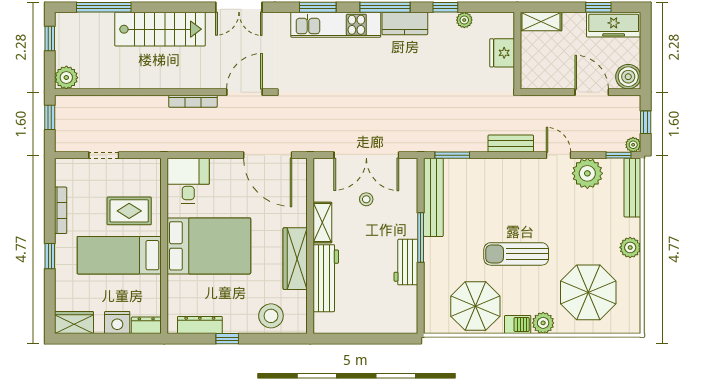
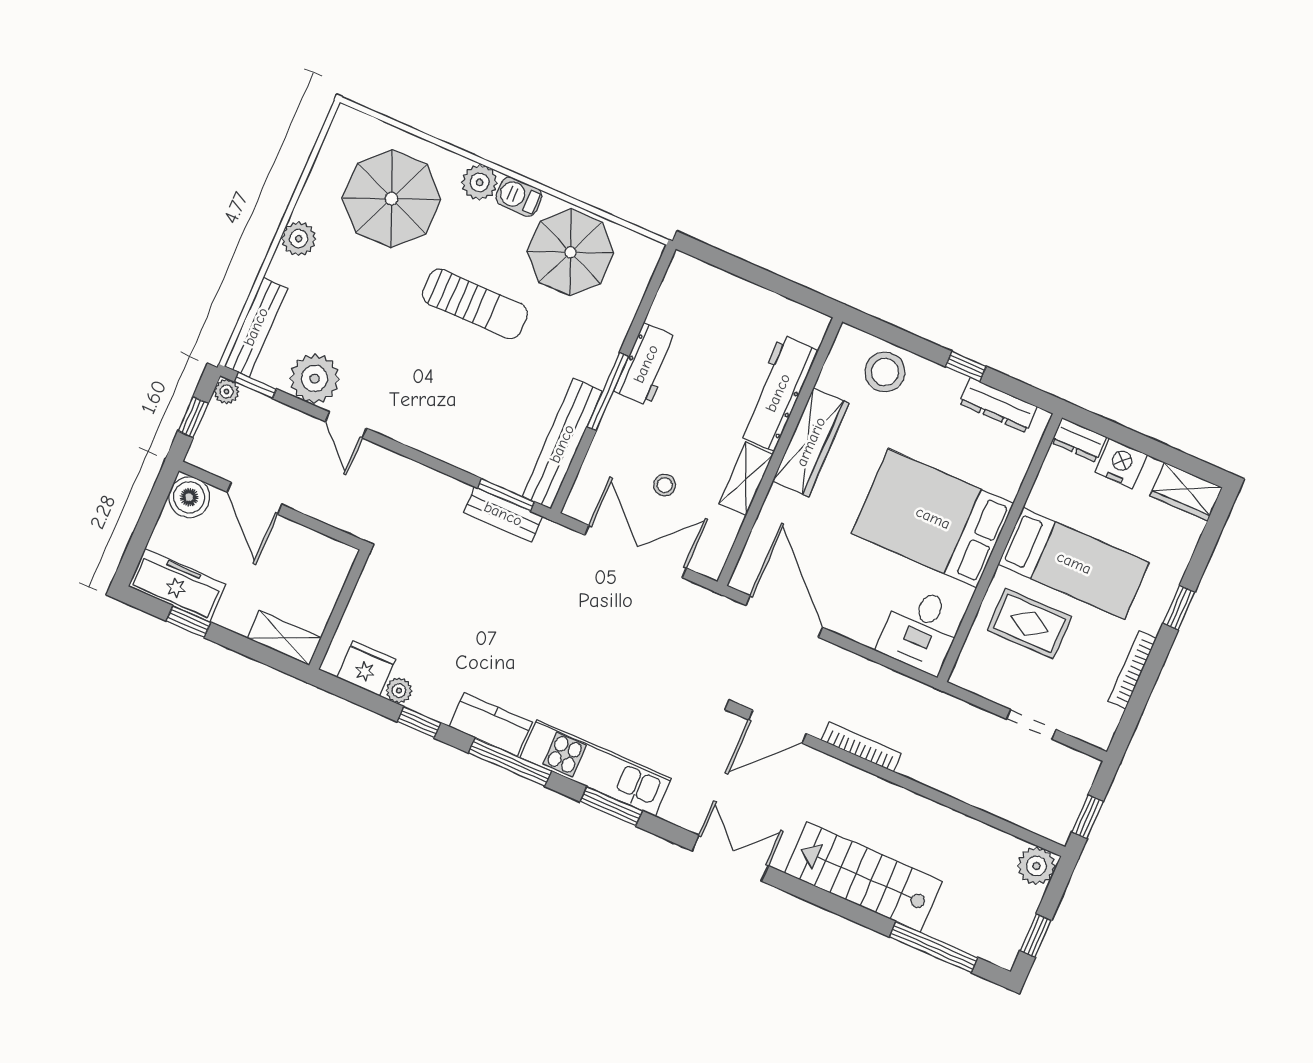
fridge: (502, 53) -> (366, 668), moved, turned -90
bench: (511, 144) -> (503, 514), moved

